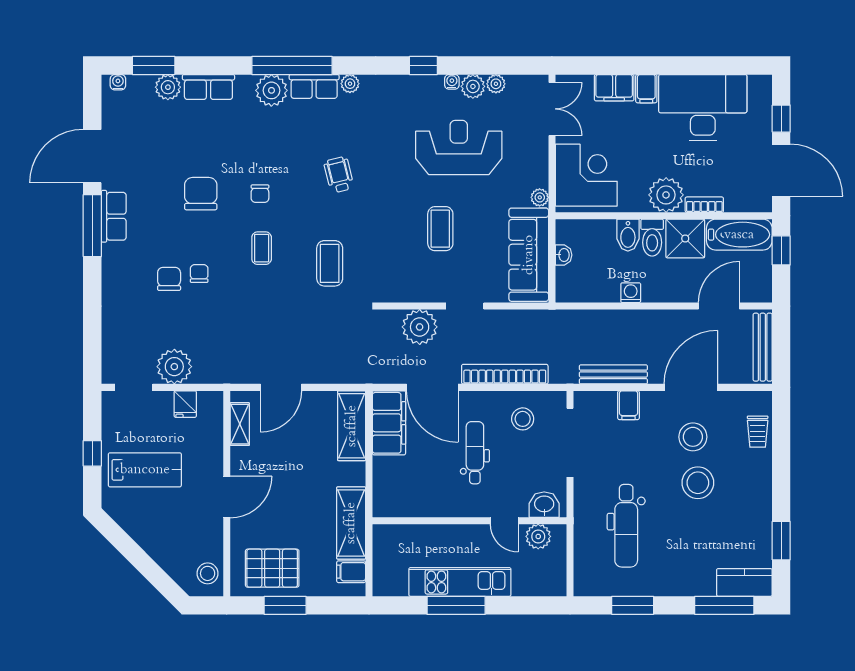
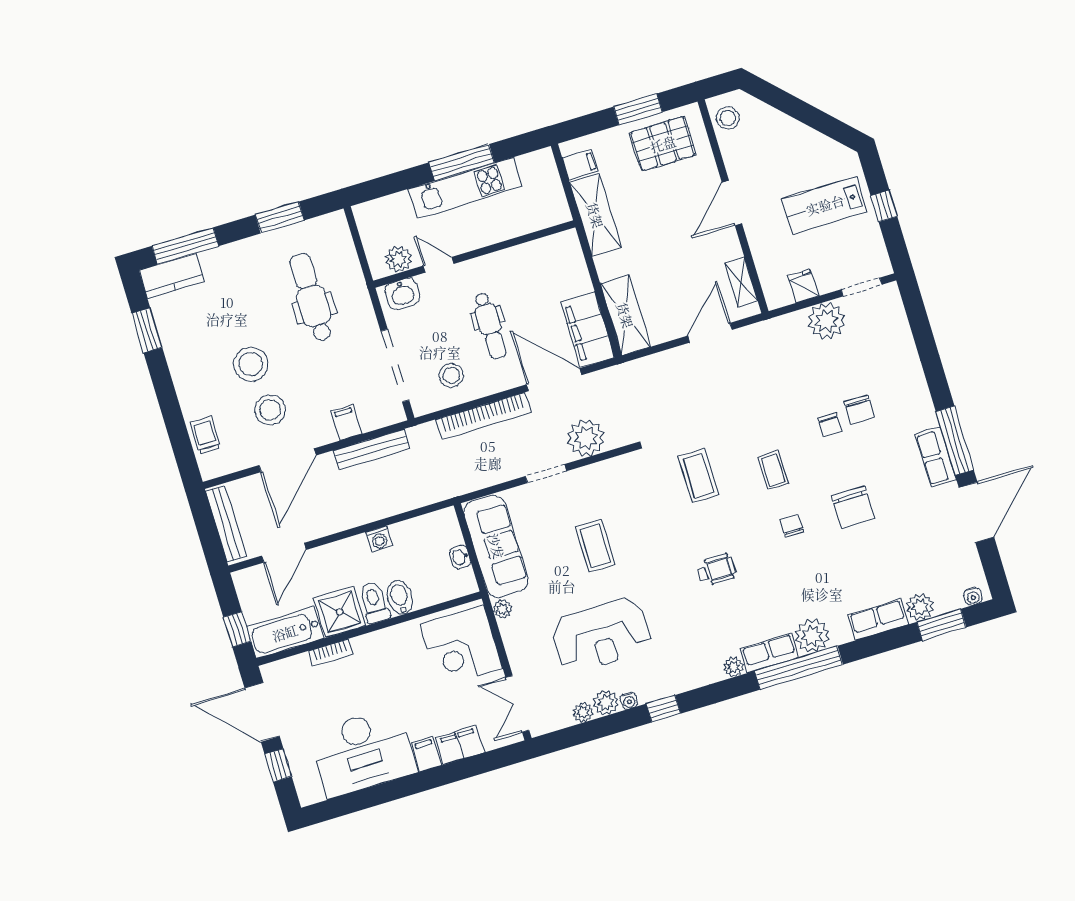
wheelchair: (339, 175) -> (717, 570), turned -76
plant: (666, 195) -> (373, 651), removed

